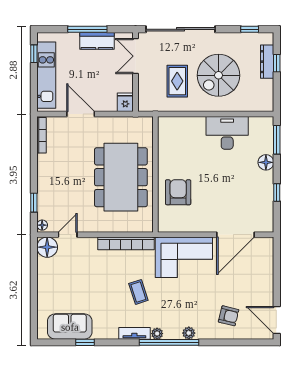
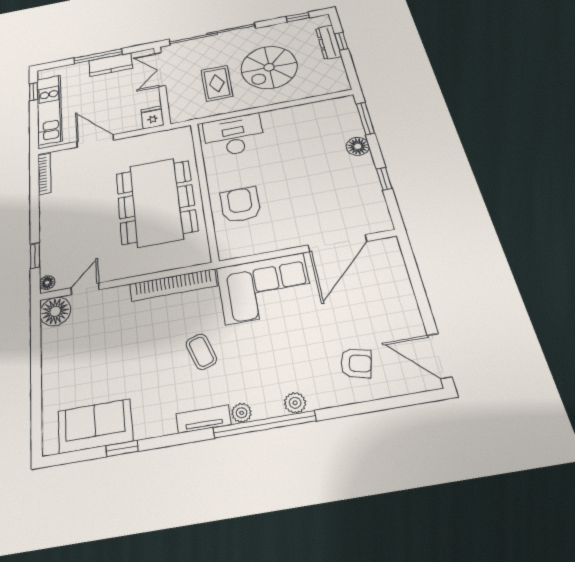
desk: (227, 133) -> (234, 135), moved

